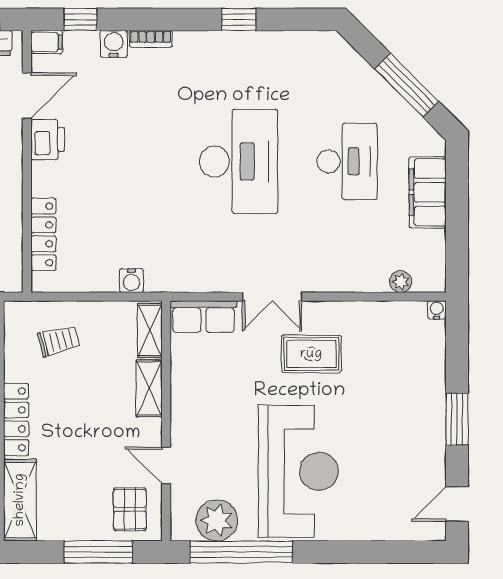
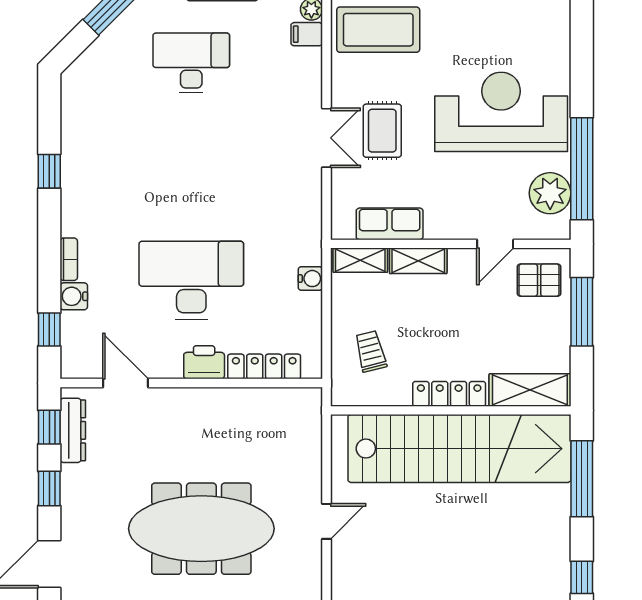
filing cabinet: (47, 42) -> (307, 34), moved, turned -90
printer: (48, 140) -> (204, 362), moved
desk: (238, 161) -> (191, 280), moved
row of seats: (203, 317) -> (390, 224), moved, turned -90
coffee table: (380, 348) -> (378, 30), added
rug: (311, 354) -> (382, 131), moved

